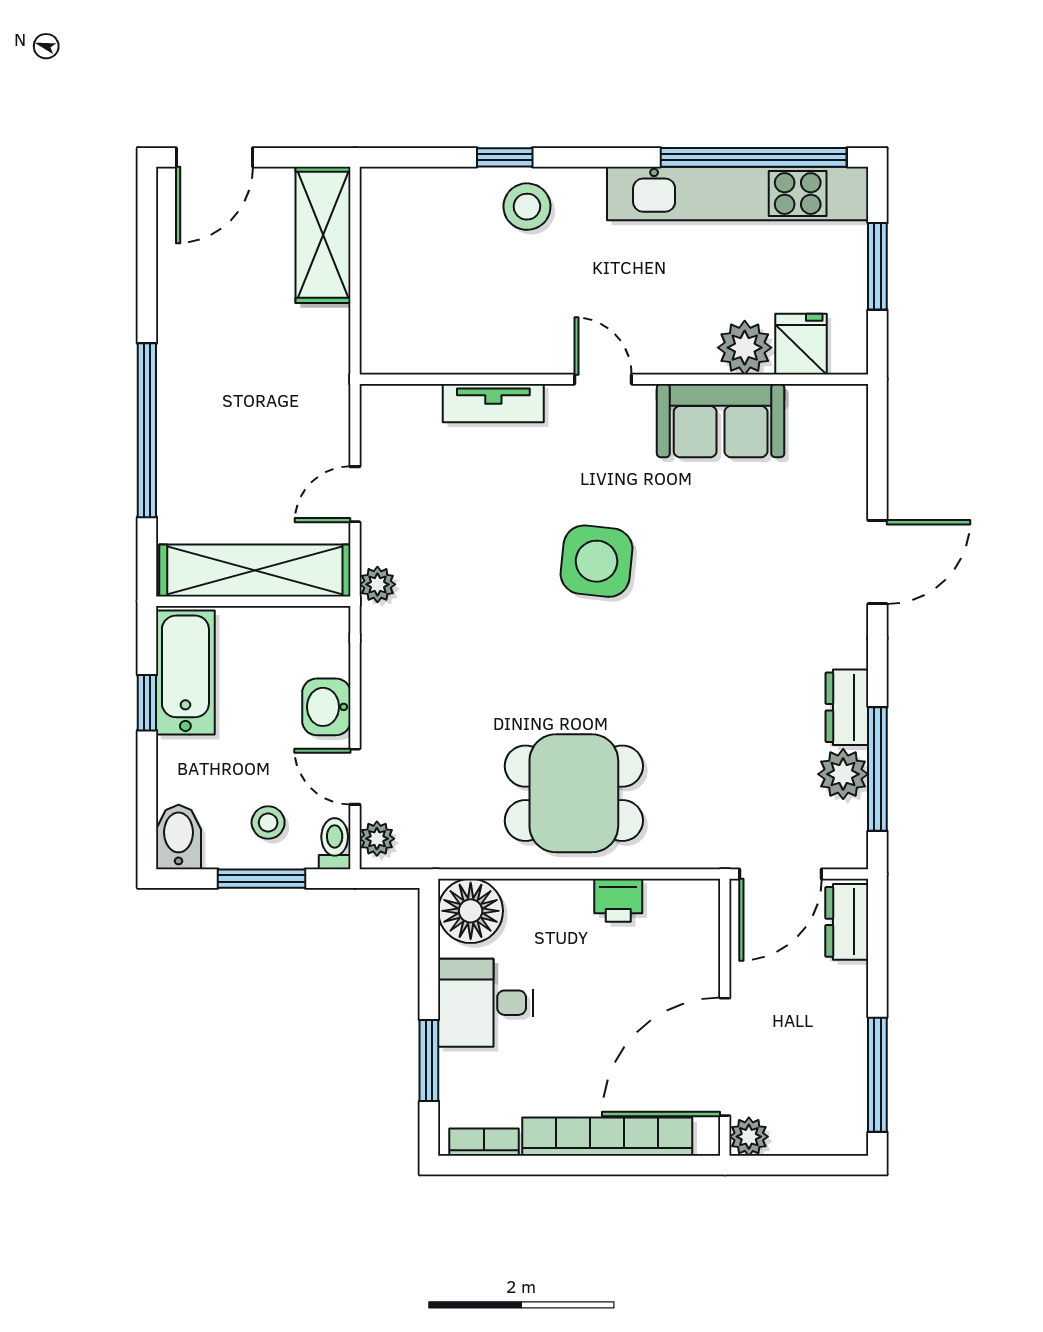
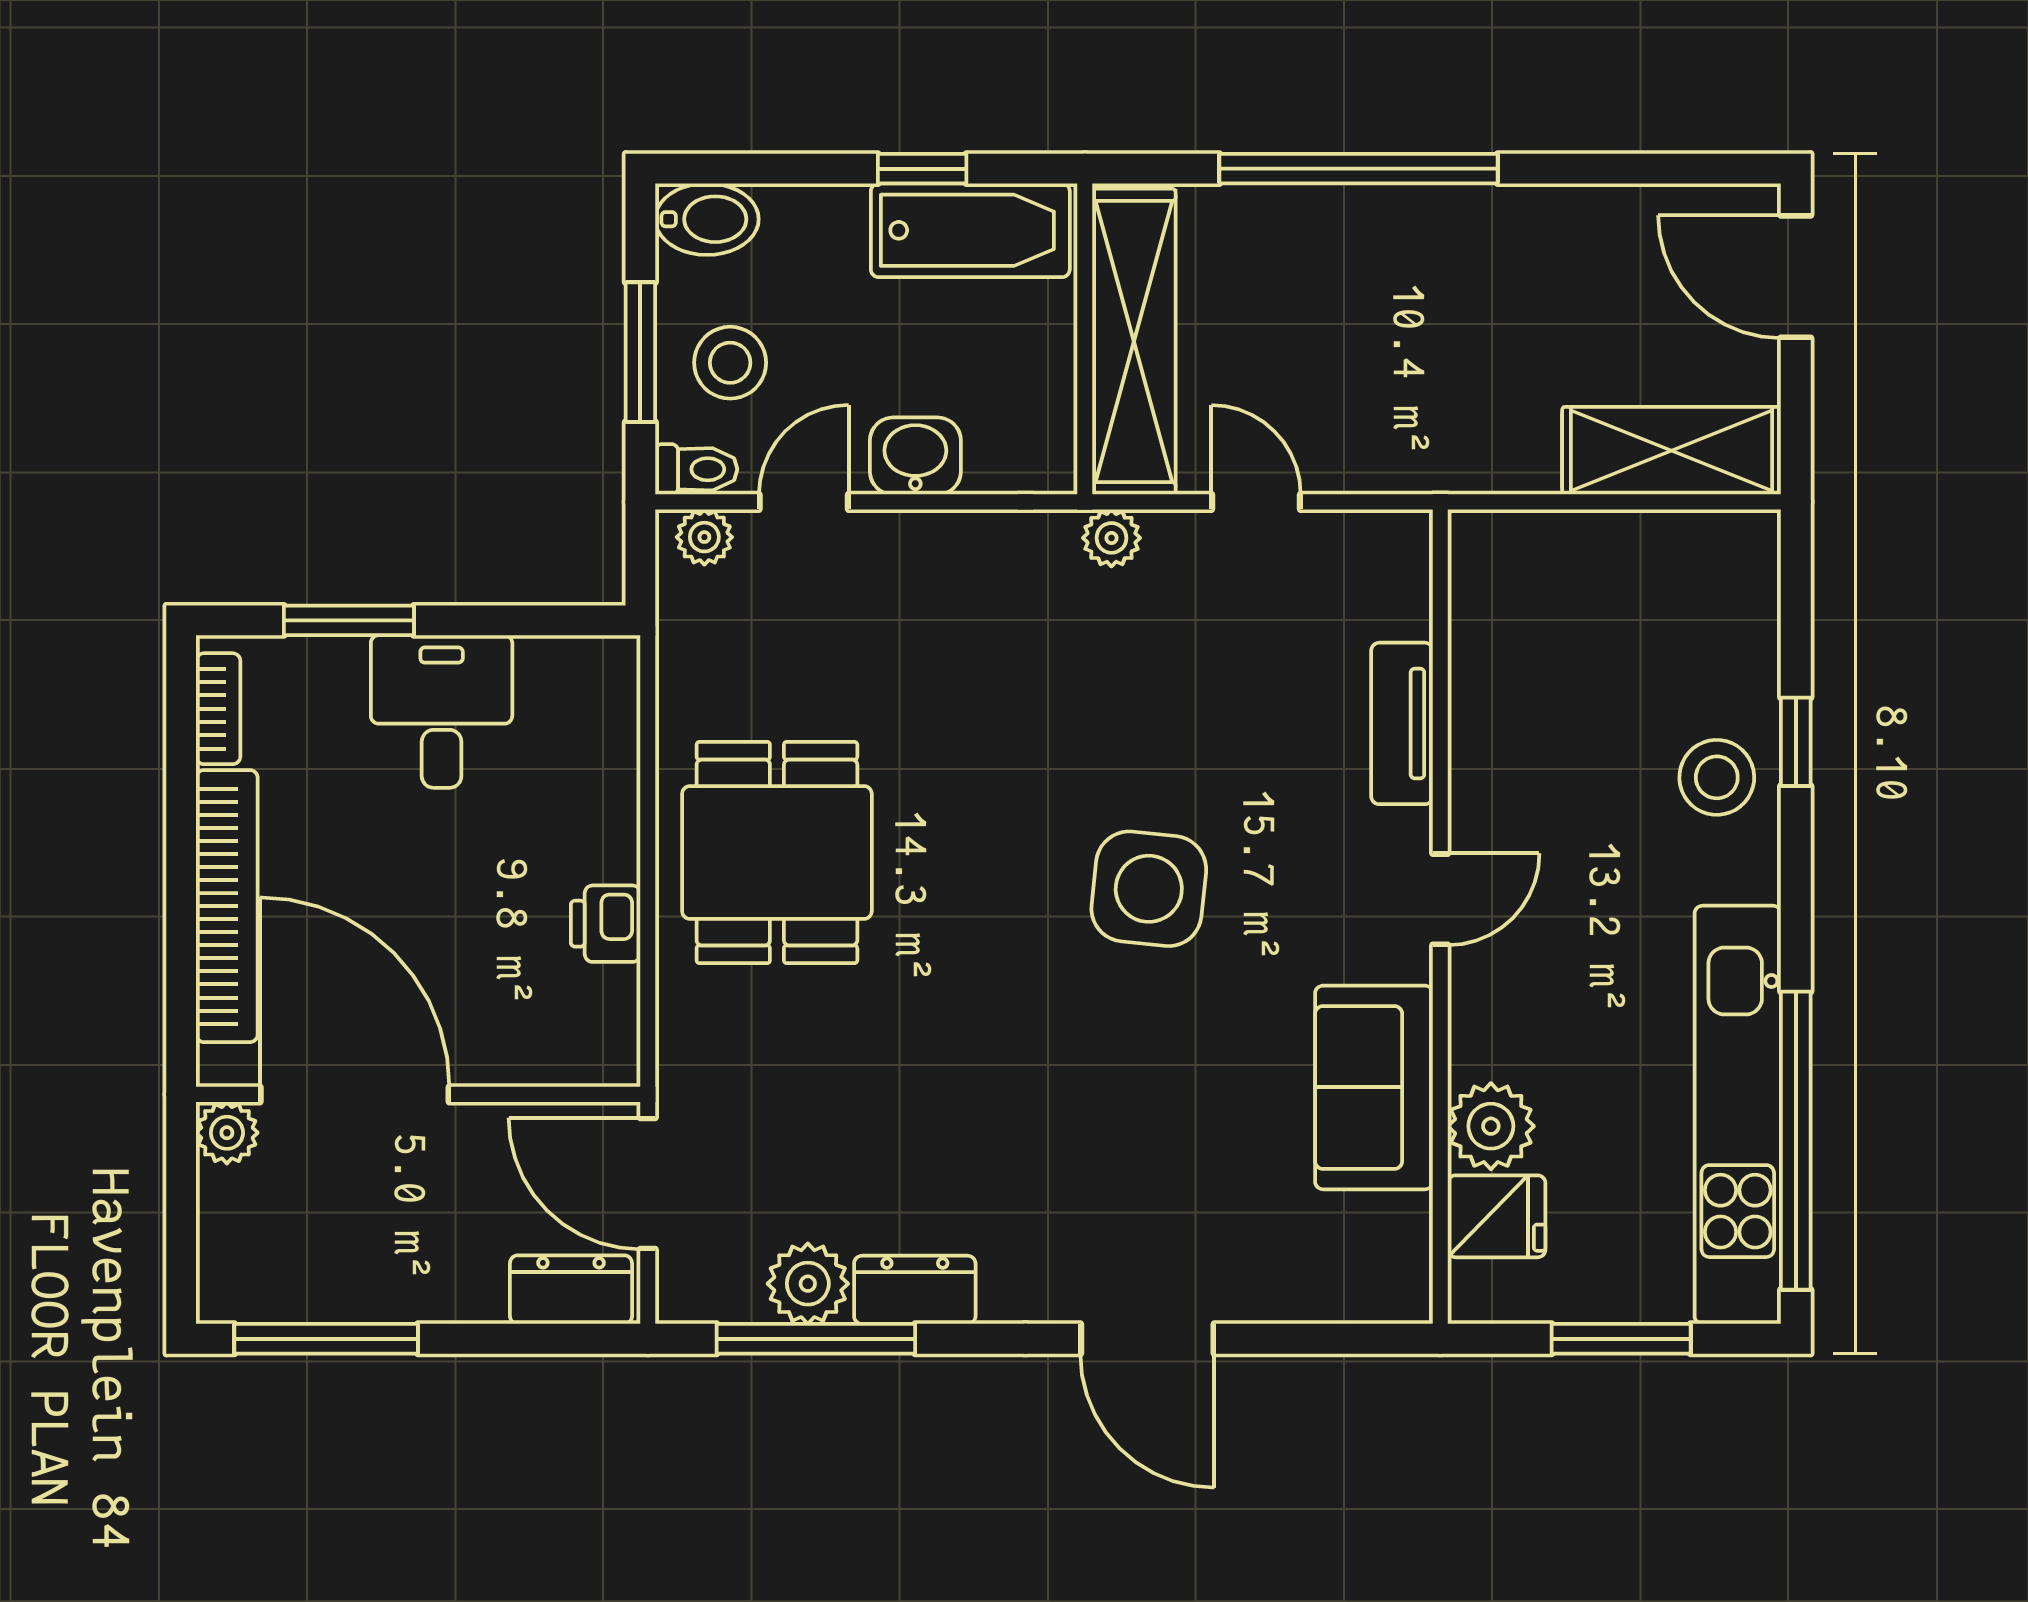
stool: (268, 823) -> (730, 363), width x1.37, depth x1.37
floor lamp: (471, 911) -> (589, 687), removed

